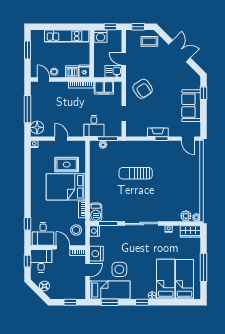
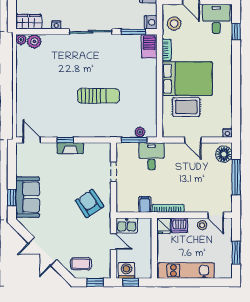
washing machine: (101, 36) -> (127, 270), moved
filing cabinet: (104, 88) -> (145, 204), width x0.50
sofa: (191, 106) -> (28, 197), moved

